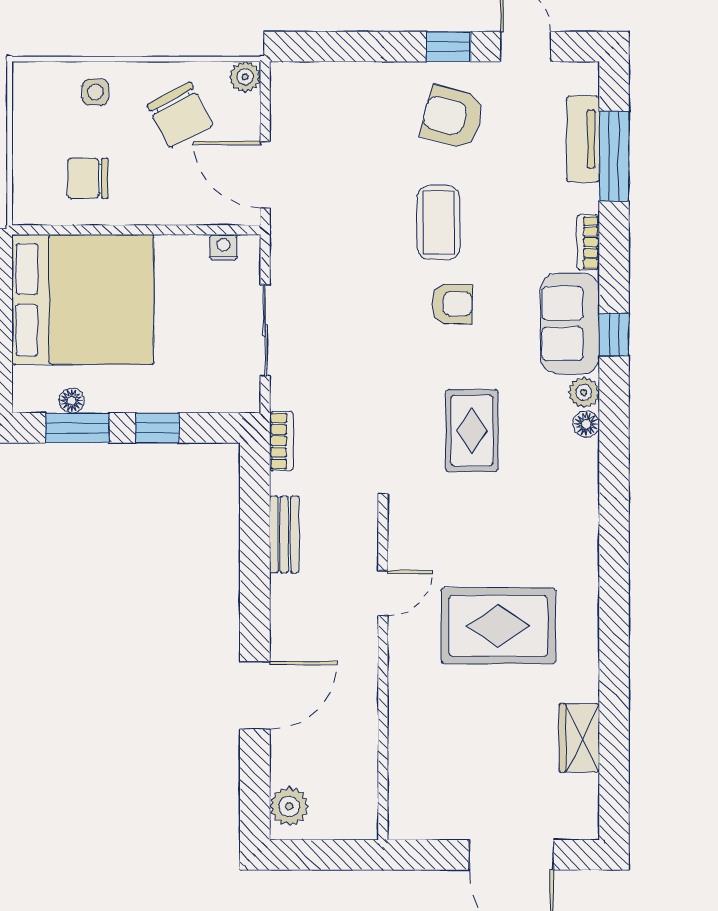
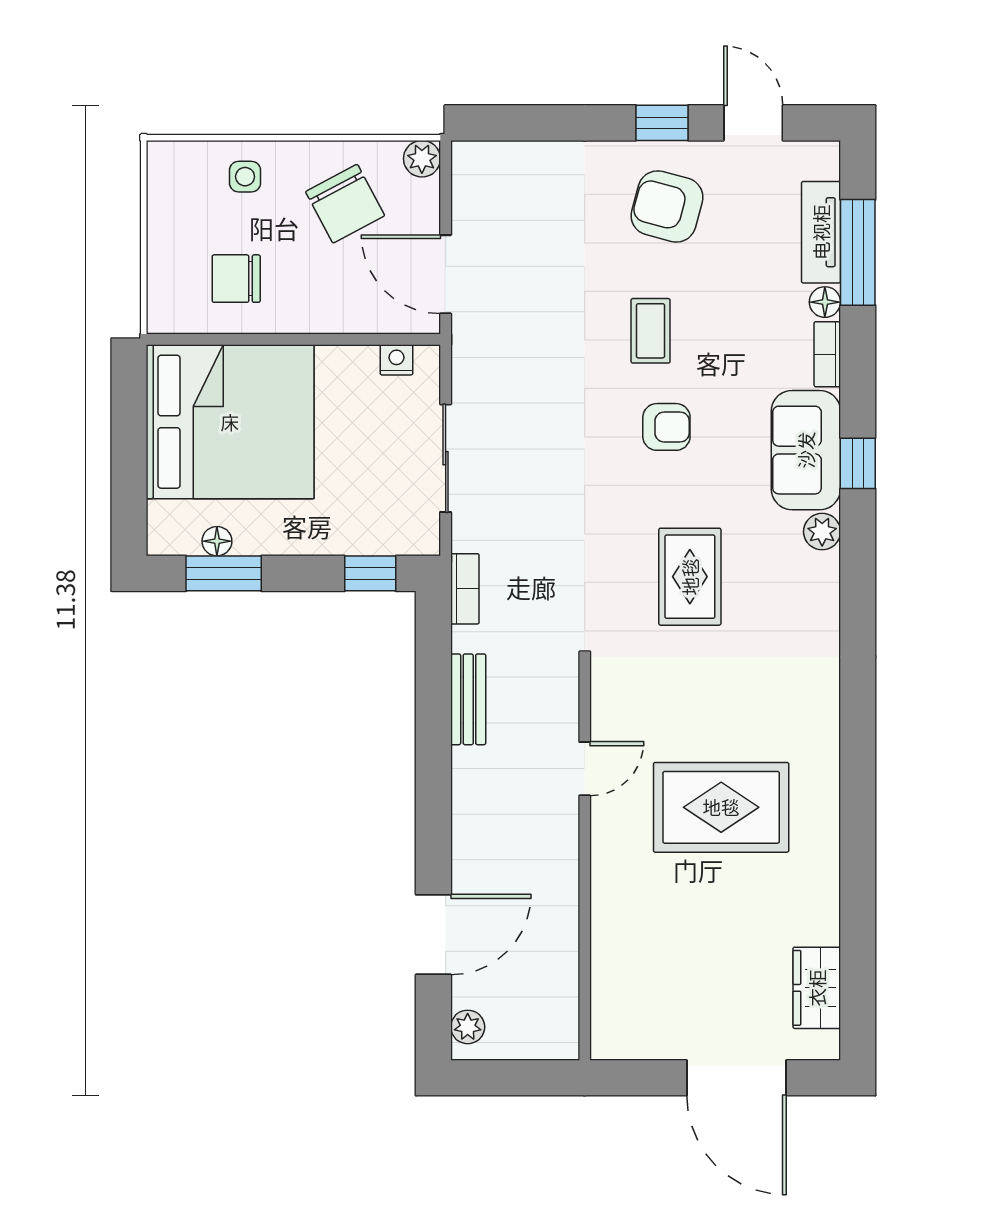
coffee table: (439, 223) -> (651, 331), width x0.73, depth x0.77
floor lamp: (586, 424) -> (825, 302), moved
window: (157, 428) -> (370, 573), moved
door: (255, 695) -> (433, 935), moved
wardrobe: (579, 738) -> (817, 988), moved
plant: (289, 806) -> (468, 1027), width x0.73, depth x0.73

